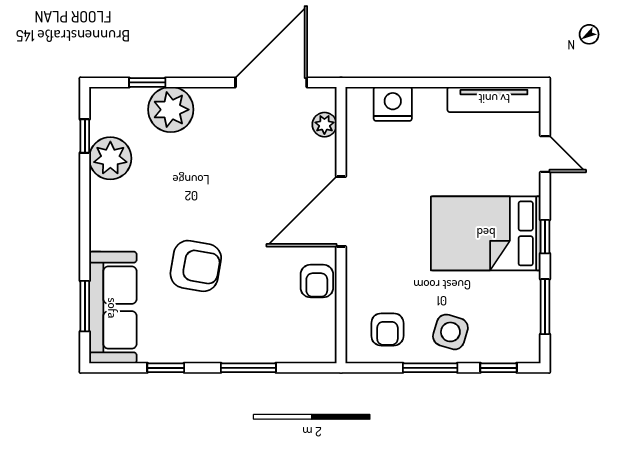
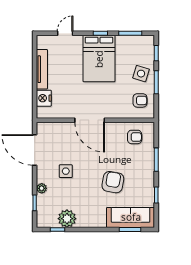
tv unit: (494, 99) -> (42, 69), moved
plant: (171, 110) -> (42, 188), width x0.53, depth x0.53
plant: (324, 125) -> (53, 127), removed
side table: (222, 155) -> (66, 171), added
armchair: (317, 281) -> (135, 137), moved

